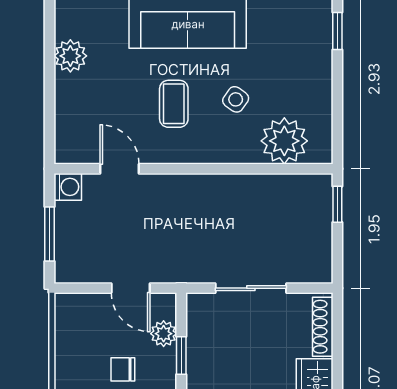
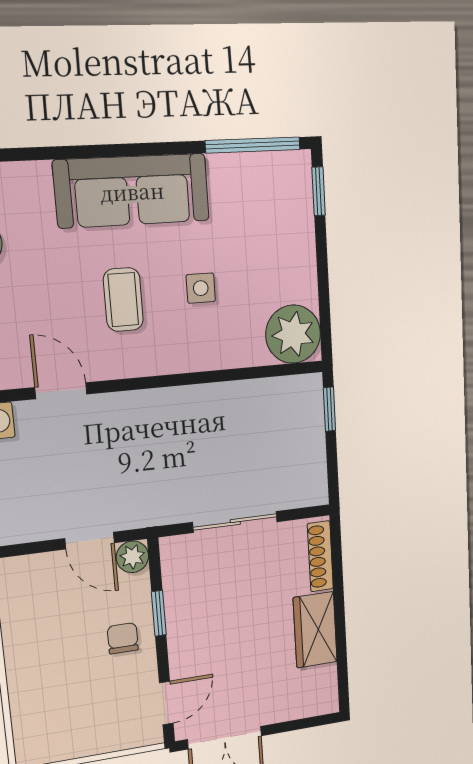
side table: (236, 99) -> (201, 288), turned -35
plant: (284, 141) -> (293, 334), moved
plant: (164, 334) -> (132, 557), moved
chair: (123, 369) -> (123, 638), moved, turned 90

